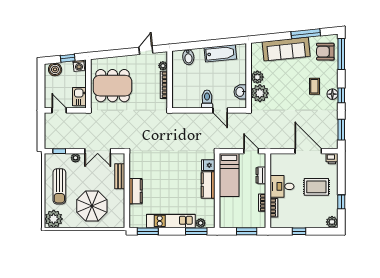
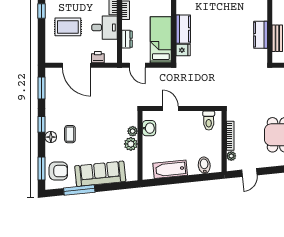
window: (341, 54) -> (41, 168), width x0.69
plant: (260, 93) -> (133, 131), width x0.53, depth x0.53
floor lamp: (332, 94) -> (51, 137), moved
toilet: (207, 99) -> (209, 121), moved
printer: (332, 159) -> (98, 57), moved
kitchen counter: (135, 191) -> (261, 35), moved

